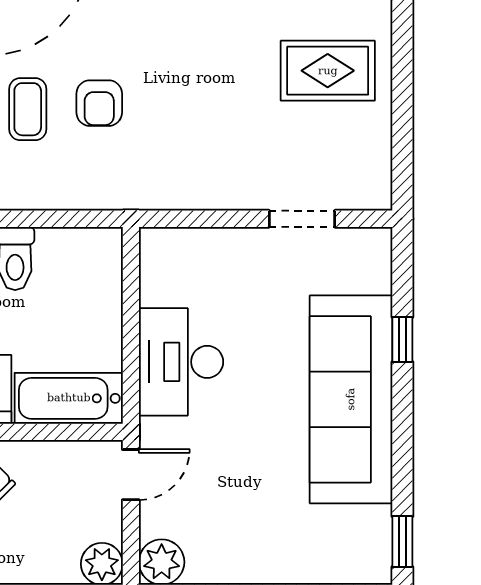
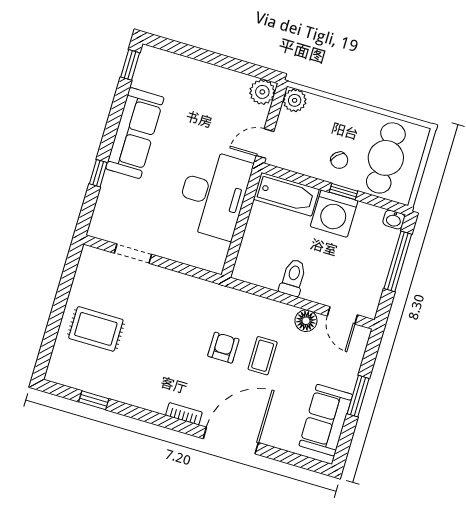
desk: (181, 362) -> (214, 194), width x1.36, depth x1.30
sofa: (351, 399) -> (135, 133), width x0.74, depth x0.79

